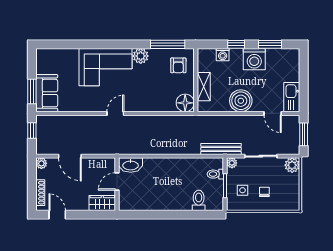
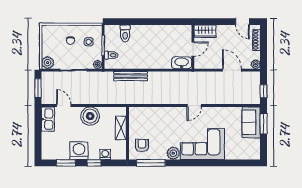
floor lamp: (185, 103) -> (136, 114), removed
bench: (221, 149) -> (131, 76), moved

